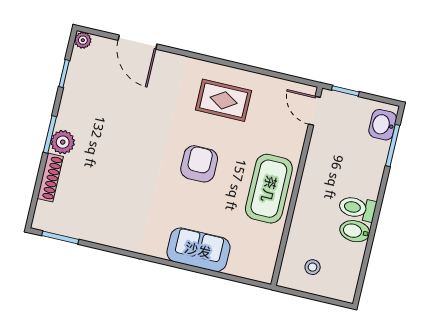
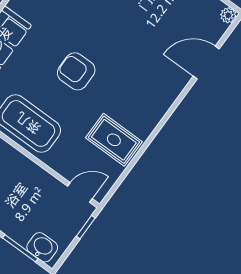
rug: (224, 100) -> (114, 140), moved, turned 90
armchair: (199, 164) -> (76, 71), turned 180

